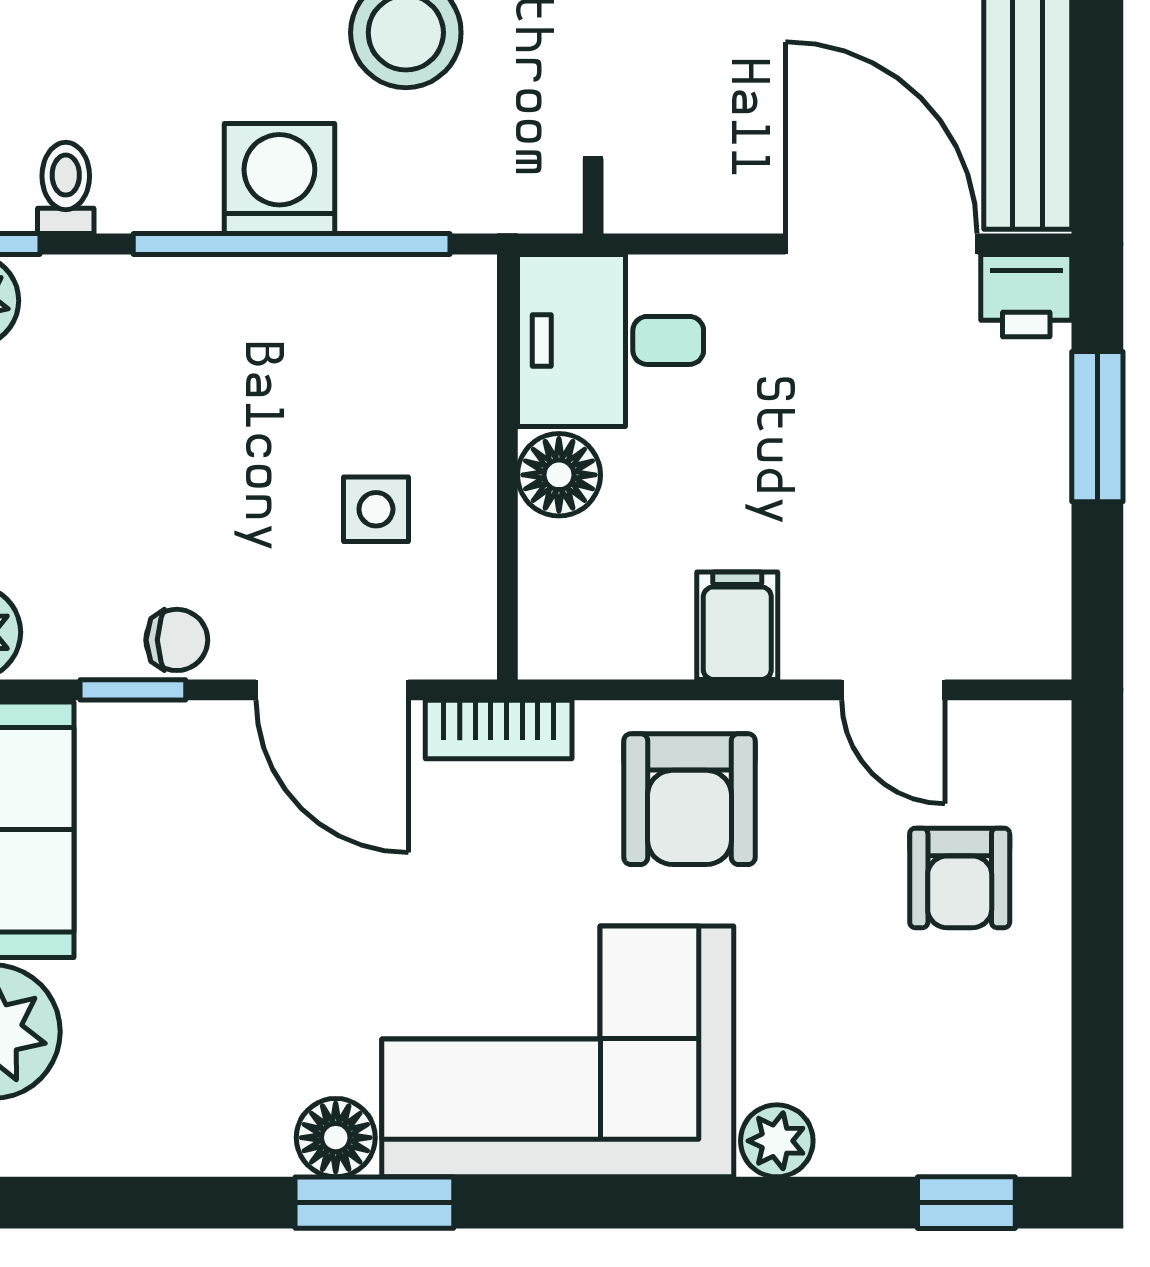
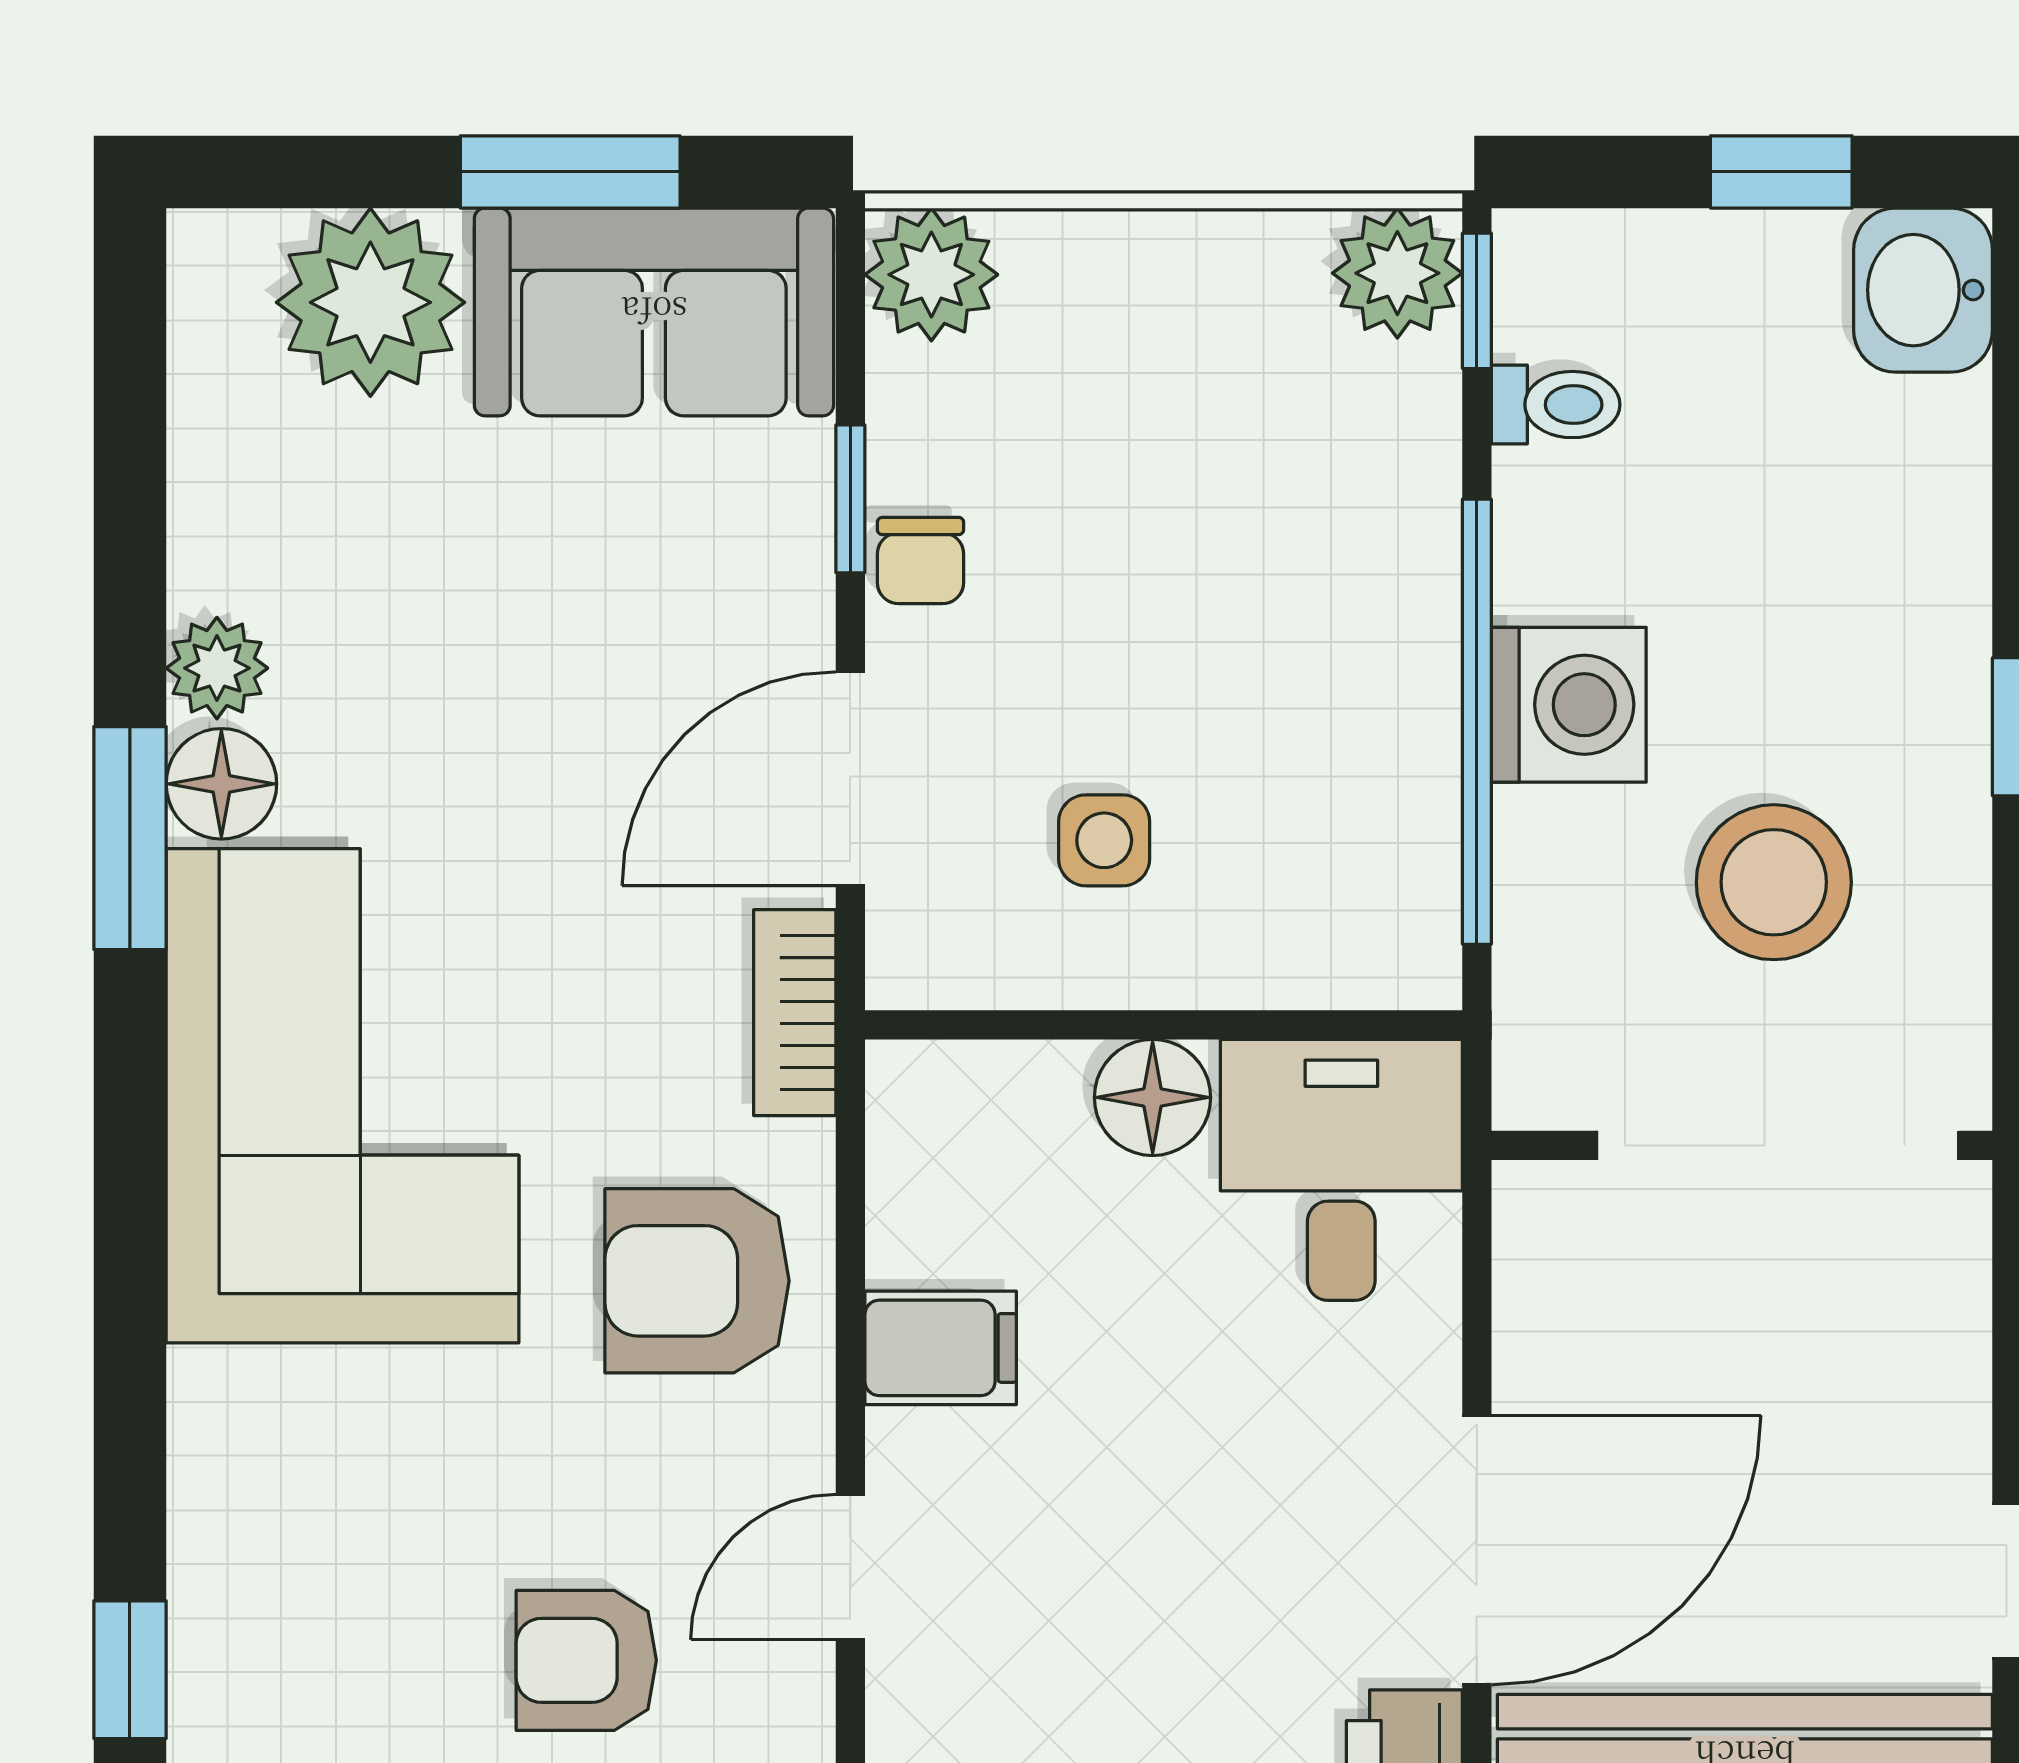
plant: (777, 1141) -> (217, 668), moved

